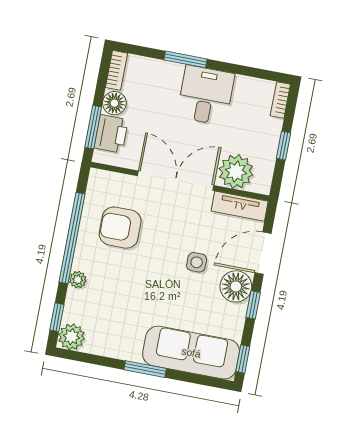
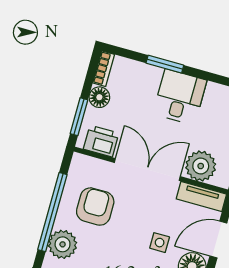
printer: (111, 134) -> (101, 141), moved, turned -90
armchair: (120, 228) -> (95, 207), turned 90
plant: (78, 280) -> (63, 244), width x1.88, depth x1.88

